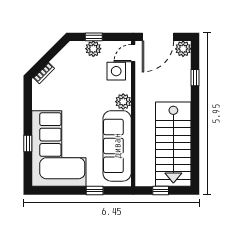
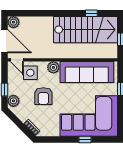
plant: (93, 49) -> (13, 101), moved
window: (195, 78) -> (91, 13), moved
armchair: (85, 88) -> (43, 96), added

